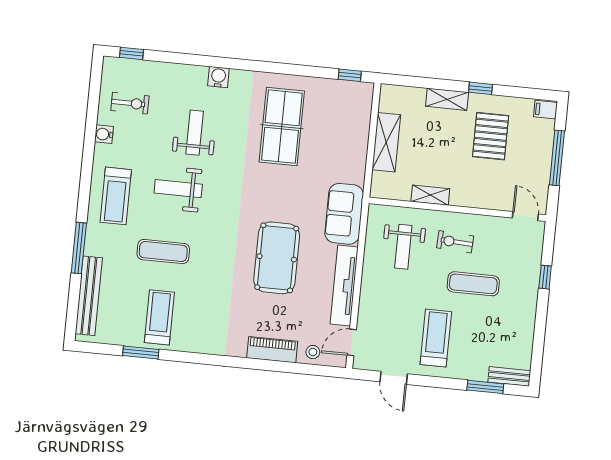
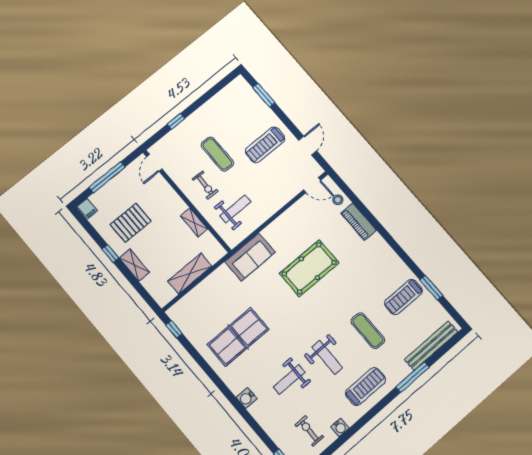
tv unit: (344, 286) -> (287, 219), removed
bench: (509, 376) -> (246, 89), removed

